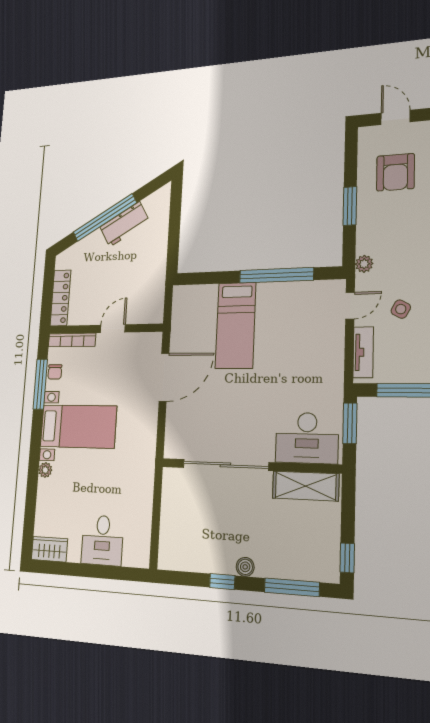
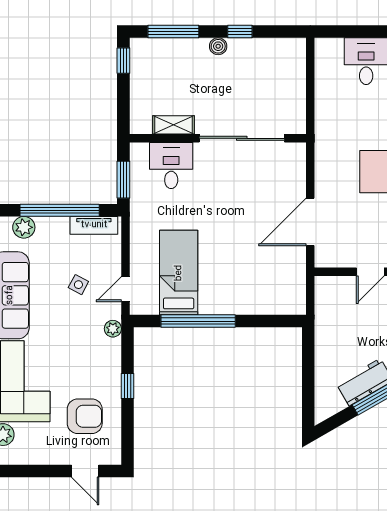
armchair: (395, 172) -> (85, 416), turned 90
window: (350, 206) -> (127, 386), width x0.67
bed: (236, 325) -> (179, 273), moved
tv unit: (363, 352) -> (94, 225), moved, turned -90
desk: (307, 438) -> (171, 166), width x0.73
shelving: (306, 486) -> (173, 125), width x0.67, depth x0.75

